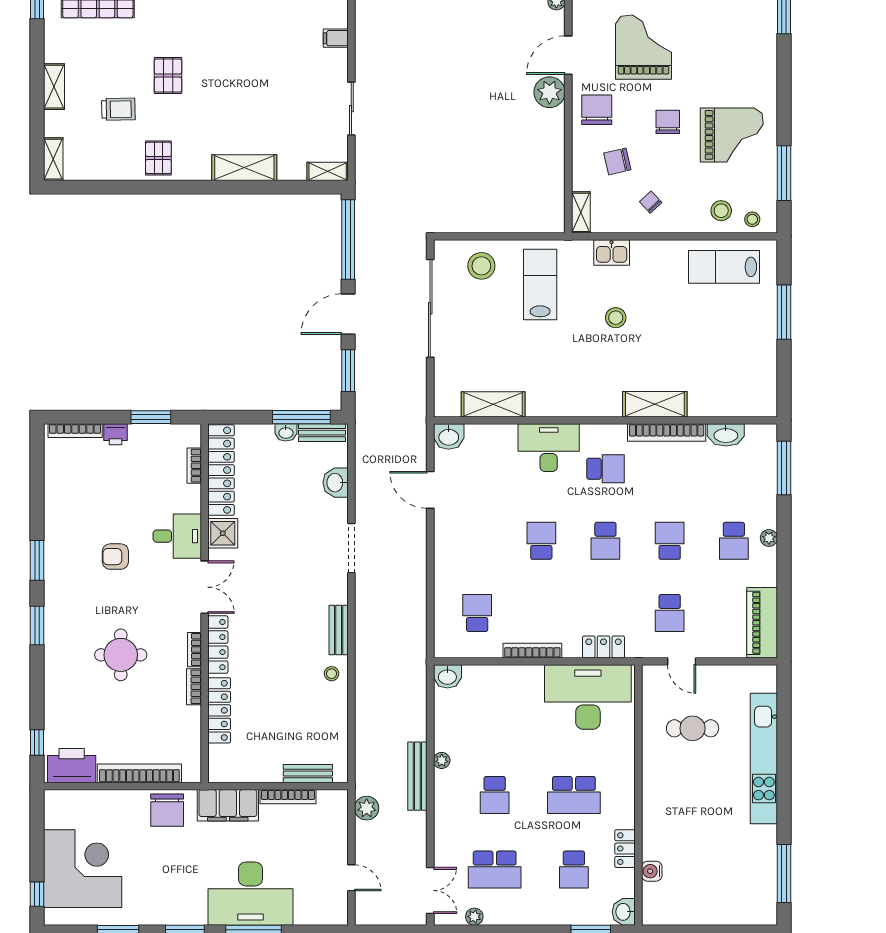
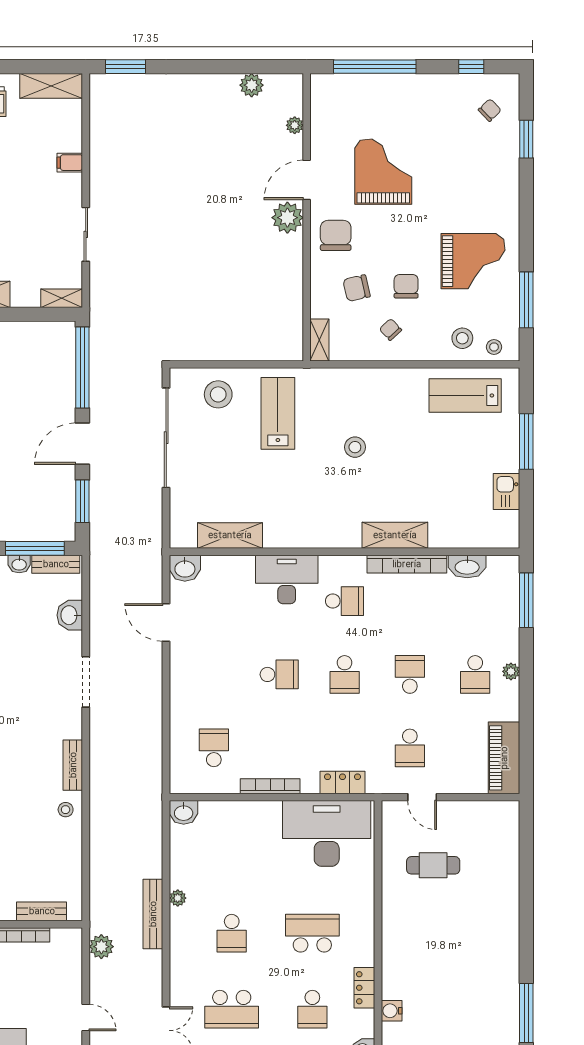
chair: (668, 122) -> (406, 286), moved
kitchen sink: (612, 253) -> (506, 492), moved, turned 90
school desk: (541, 541) -> (279, 674), turned 90
kitchen unit: (764, 758) -> (506, 896), removed
school desk: (574, 795) -> (312, 933), turned 180

